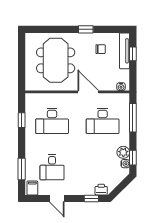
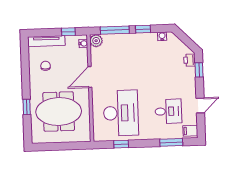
window: (86, 29) -> (27, 107), moved
window: (133, 54) -> (68, 32), moved
desk: (52, 121) -> (121, 113), width x1.36, depth x1.30
desk: (103, 121) -> (119, 61), removed
plant: (123, 152) -> (96, 41), moved
window: (133, 158) -> (143, 29), moved

